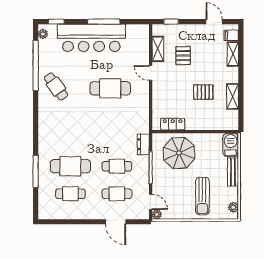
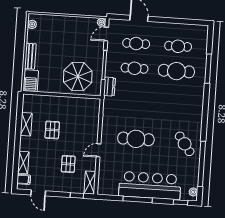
shelving: (158, 49) -> (90, 183), moved
door: (151, 73) -> (99, 150), swing flipped
pallet: (203, 92) -> (52, 130), turned 90
locker: (173, 124) -> (82, 103), removed
sun lounger: (202, 196) -> (59, 36), removed
door: (151, 202) -> (106, 34), hinge flipped

